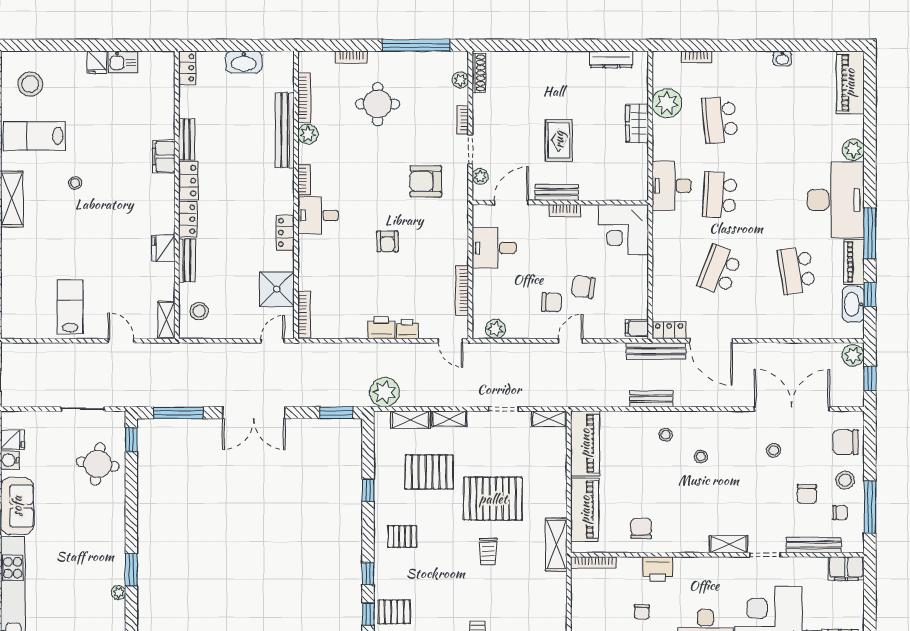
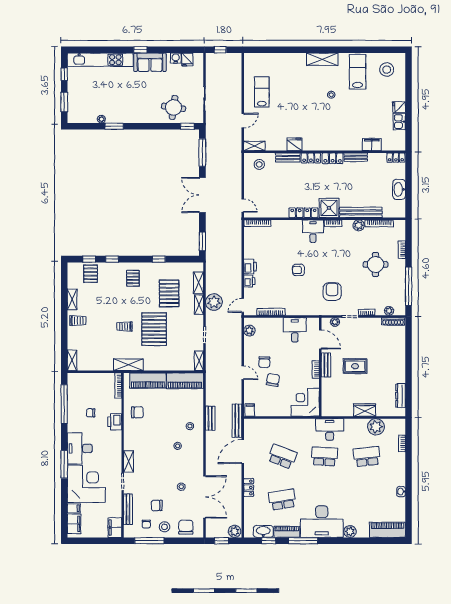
filing cabinet: (164, 157) -> (372, 145), moved
locker: (285, 233) -> (303, 213), width x1.53
shower: (277, 289) -> (329, 208), moved
lab bench: (70, 307) -> (262, 92), turned -90
locker: (669, 330) -> (249, 487), moved
plant: (384, 392) -> (214, 302), moved

